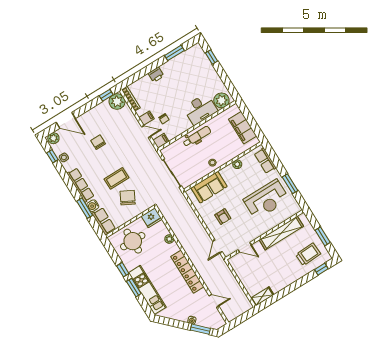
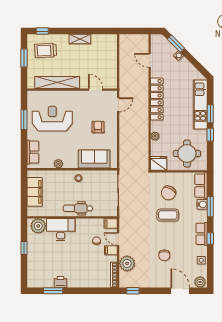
window: (211, 57) -> (24, 248), moved
printer: (156, 75) -> (61, 282), moved
plant: (117, 102) -> (127, 263), moved
window: (52, 156) -> (210, 239), moved
row of seats: (81, 185) -> (202, 234), width x0.68
shelving: (262, 296) -> (80, 39), moved

